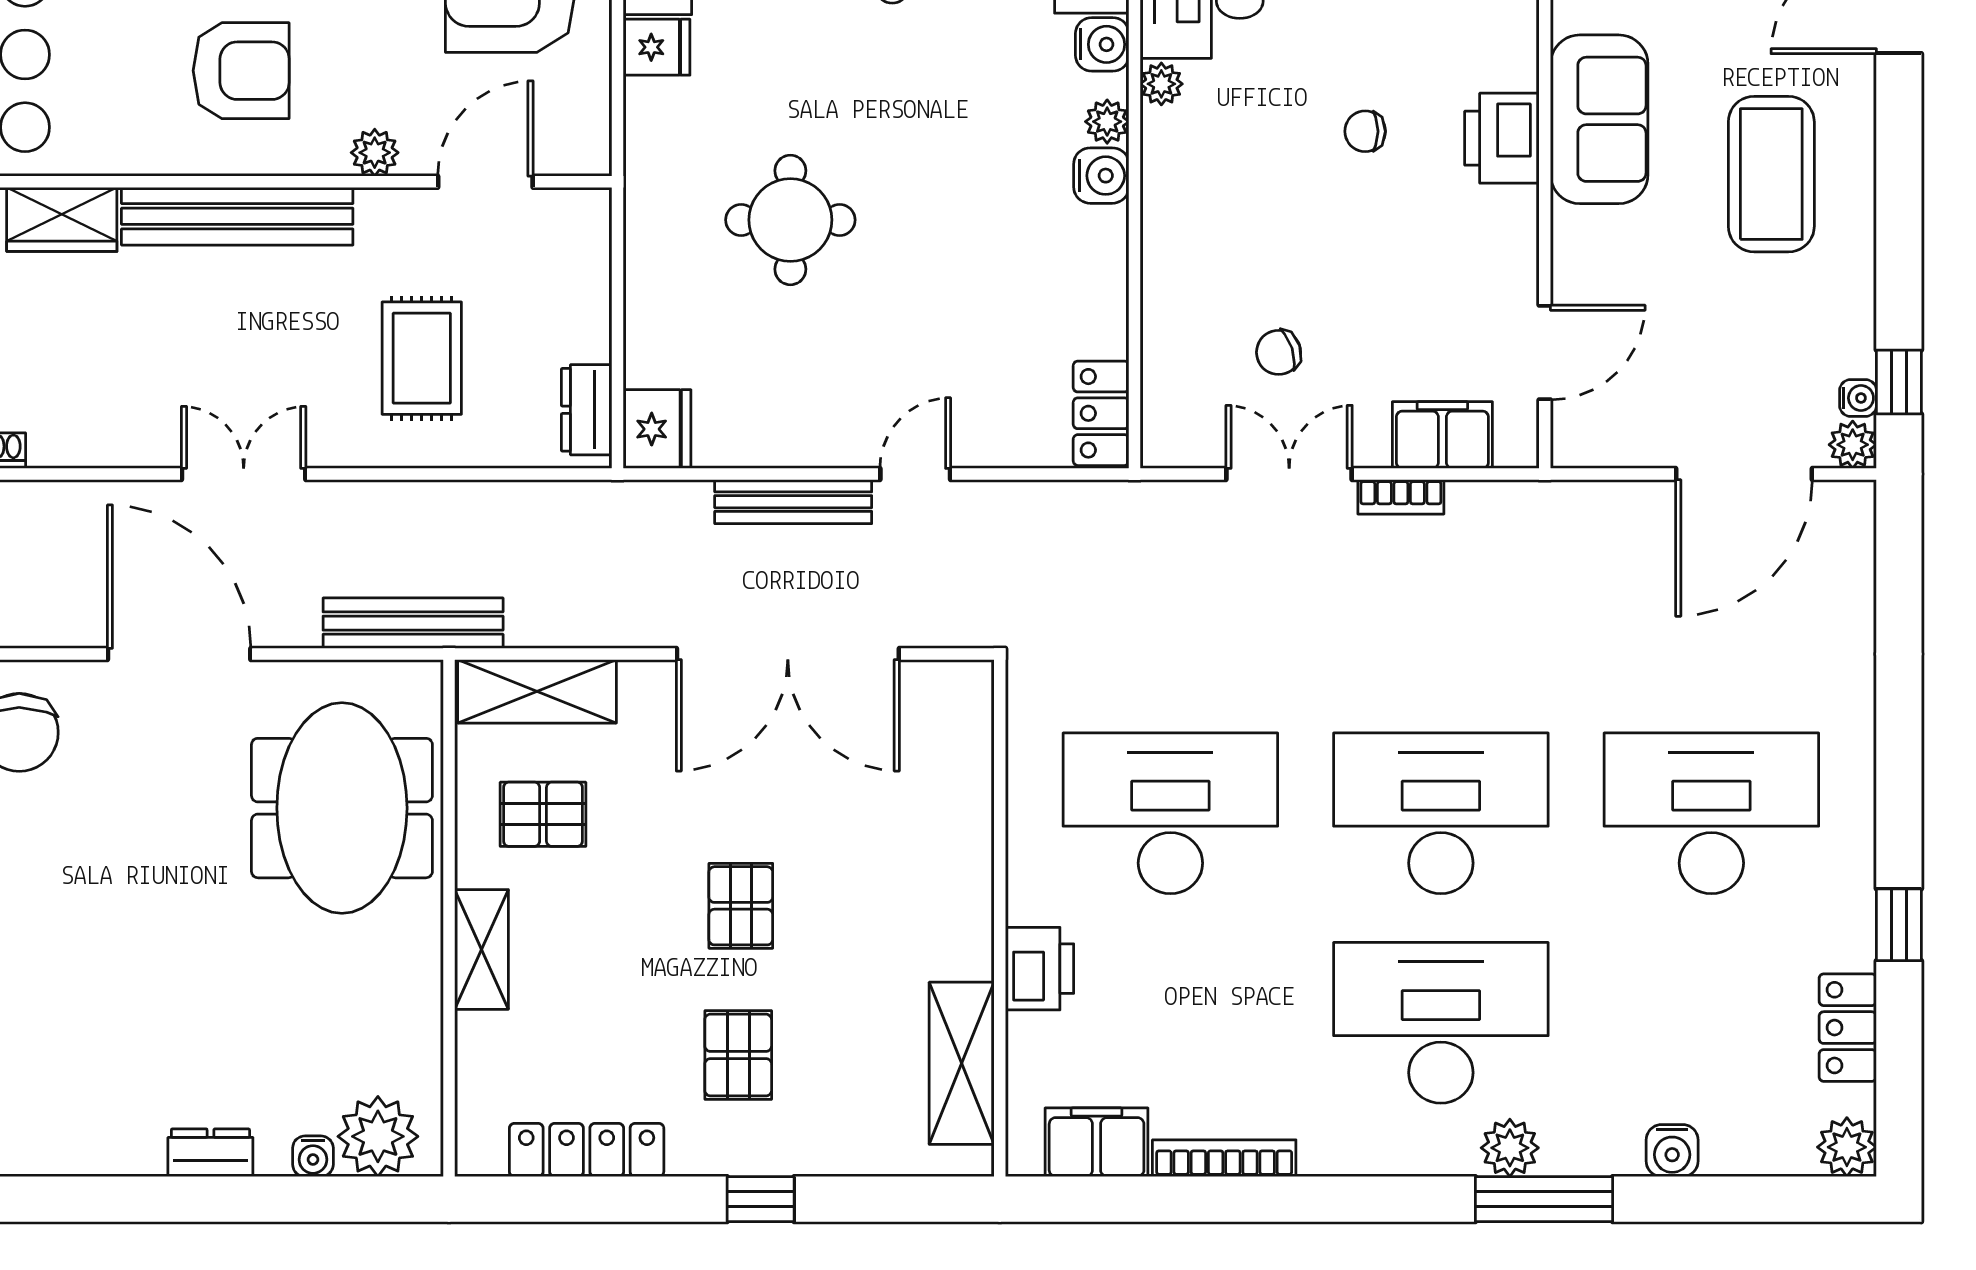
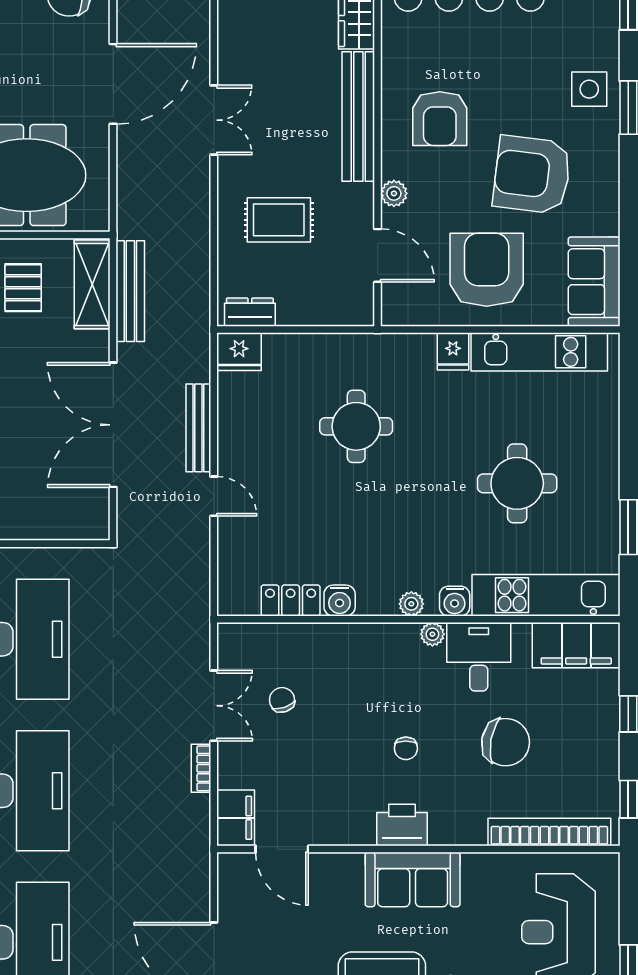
chair: (1365, 131) -> (406, 748), turned 180
water cooler: (1101, 176) -> (340, 601), moved
locker: (1101, 413) -> (291, 600), moved
filing cabinet: (1442, 435) -> (236, 818), moved
bench: (413, 623) -> (130, 291), moved

